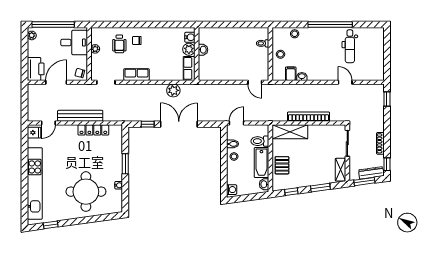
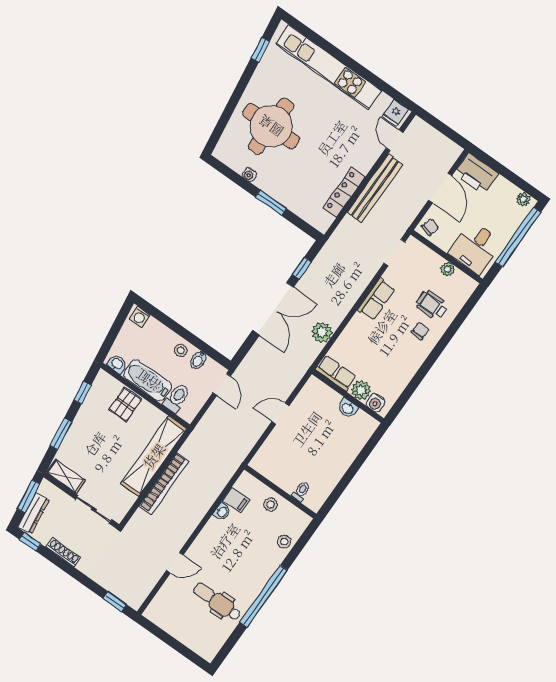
door: (255, 82) -> (280, 414), moved
shelving: (290, 132) -> (154, 456), width x1.47
pallet: (282, 165) -> (125, 404), turned 90

